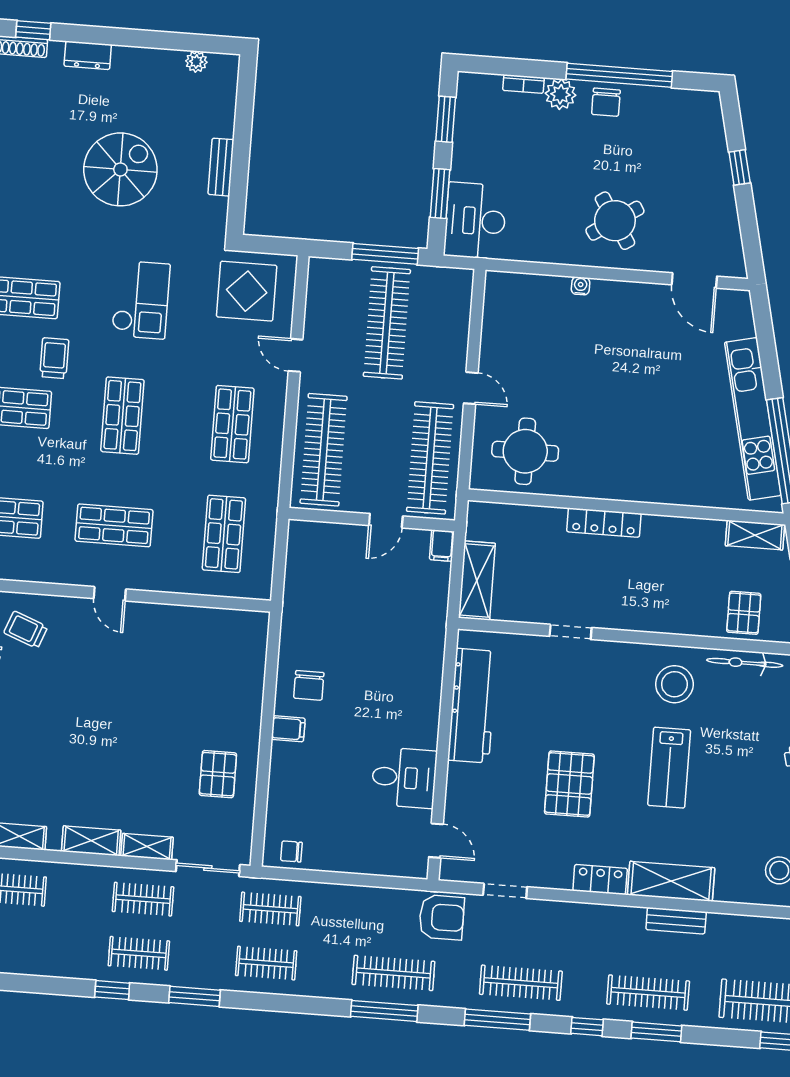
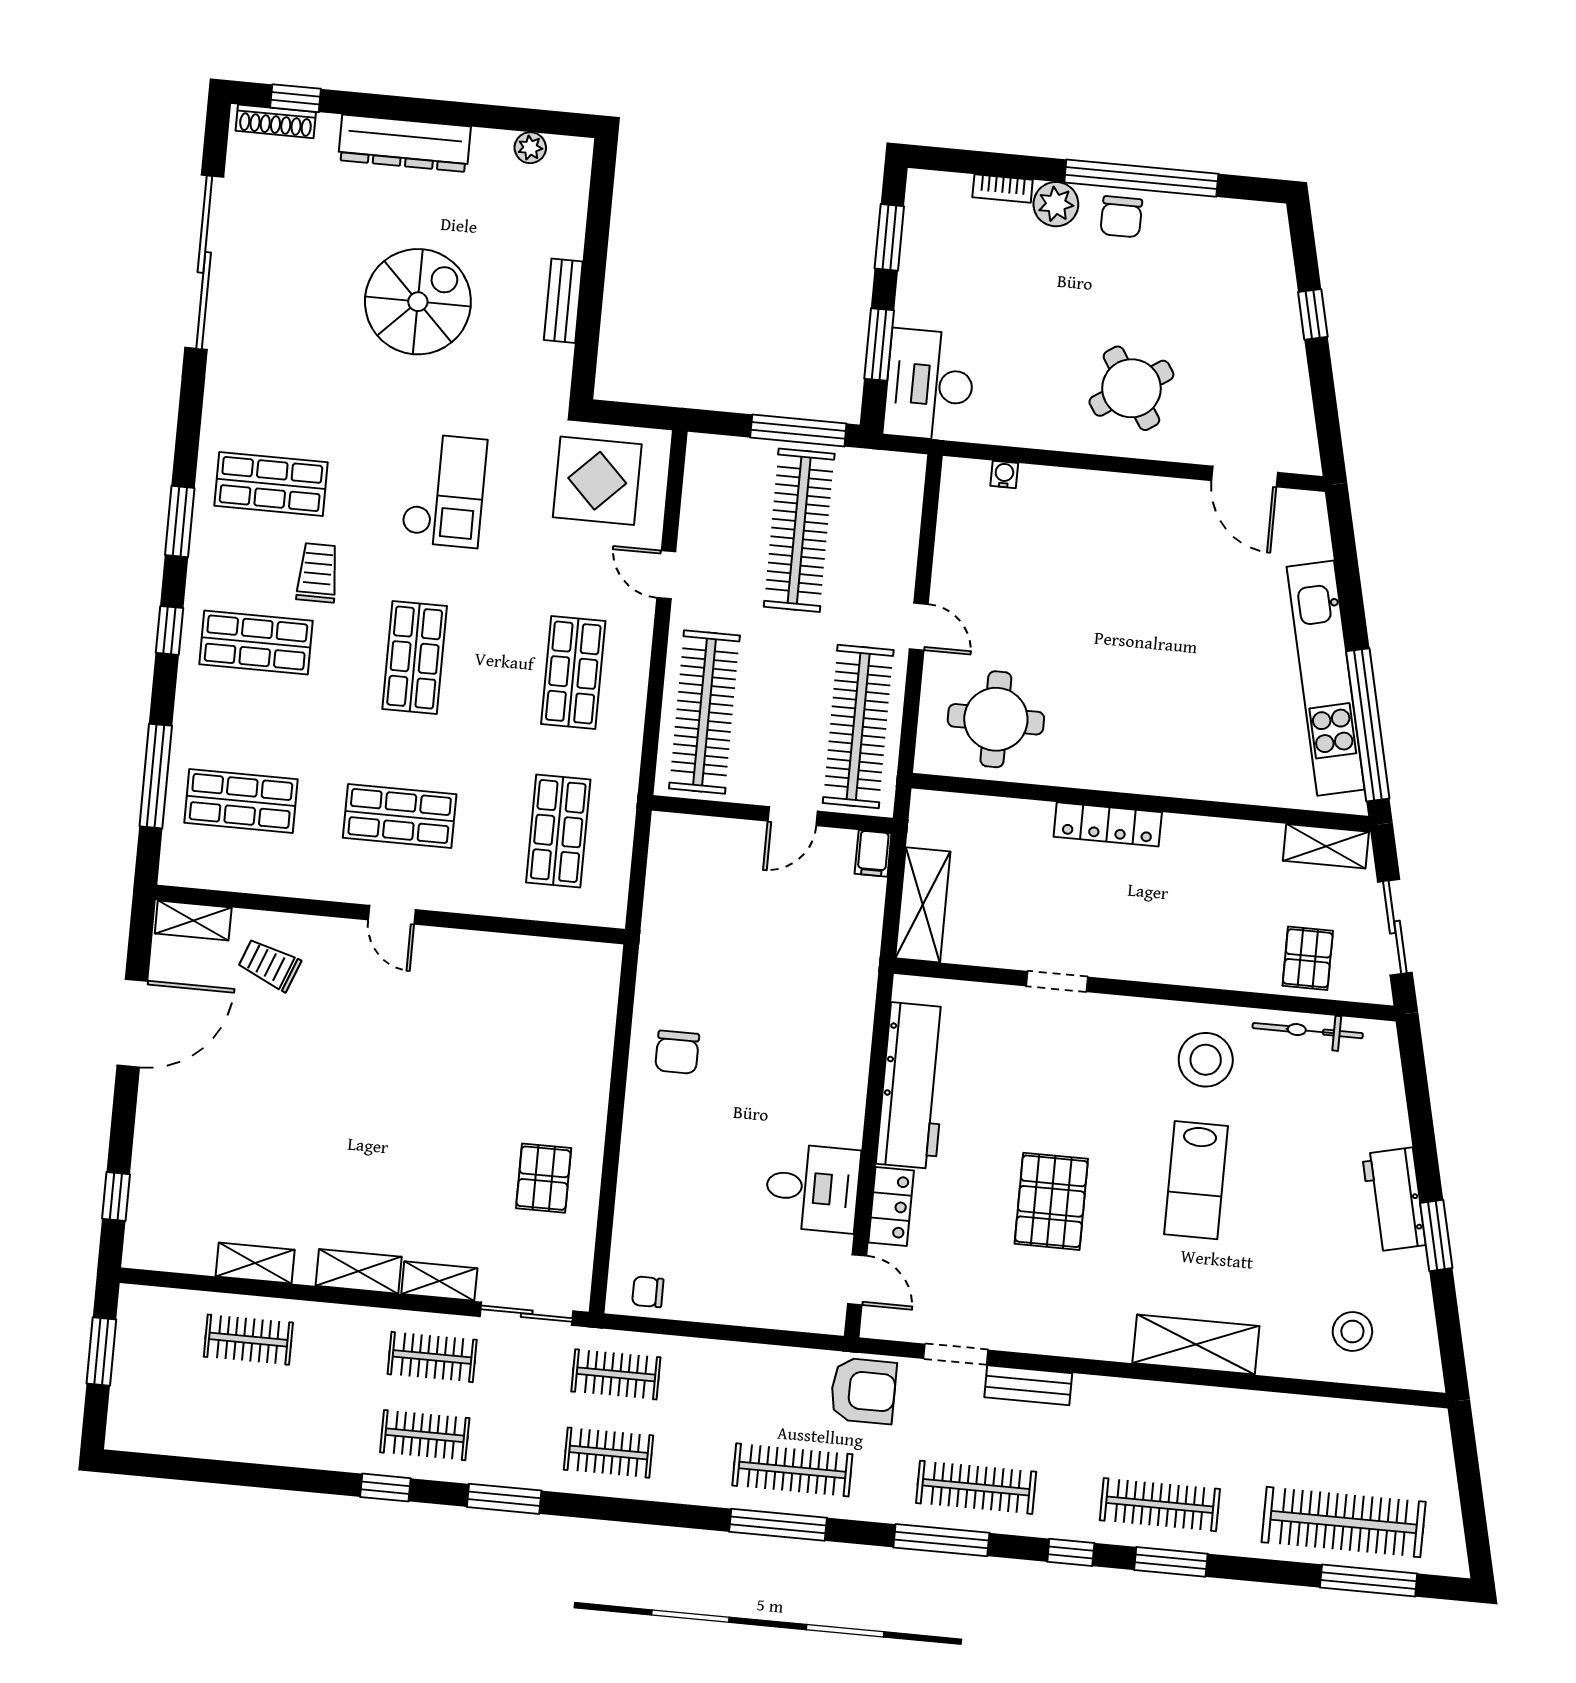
dresser: (88, 55) -> (405, 143), width x1.96, depth x1.24
water cooler: (581, 286) -> (1004, 474), moved
filing cabinet: (288, 729) -> (646, 1114), removed
locker: (600, 880) -> (891, 1207), moved, turned 90
bench: (676, 921) -> (1028, 1385), moved

